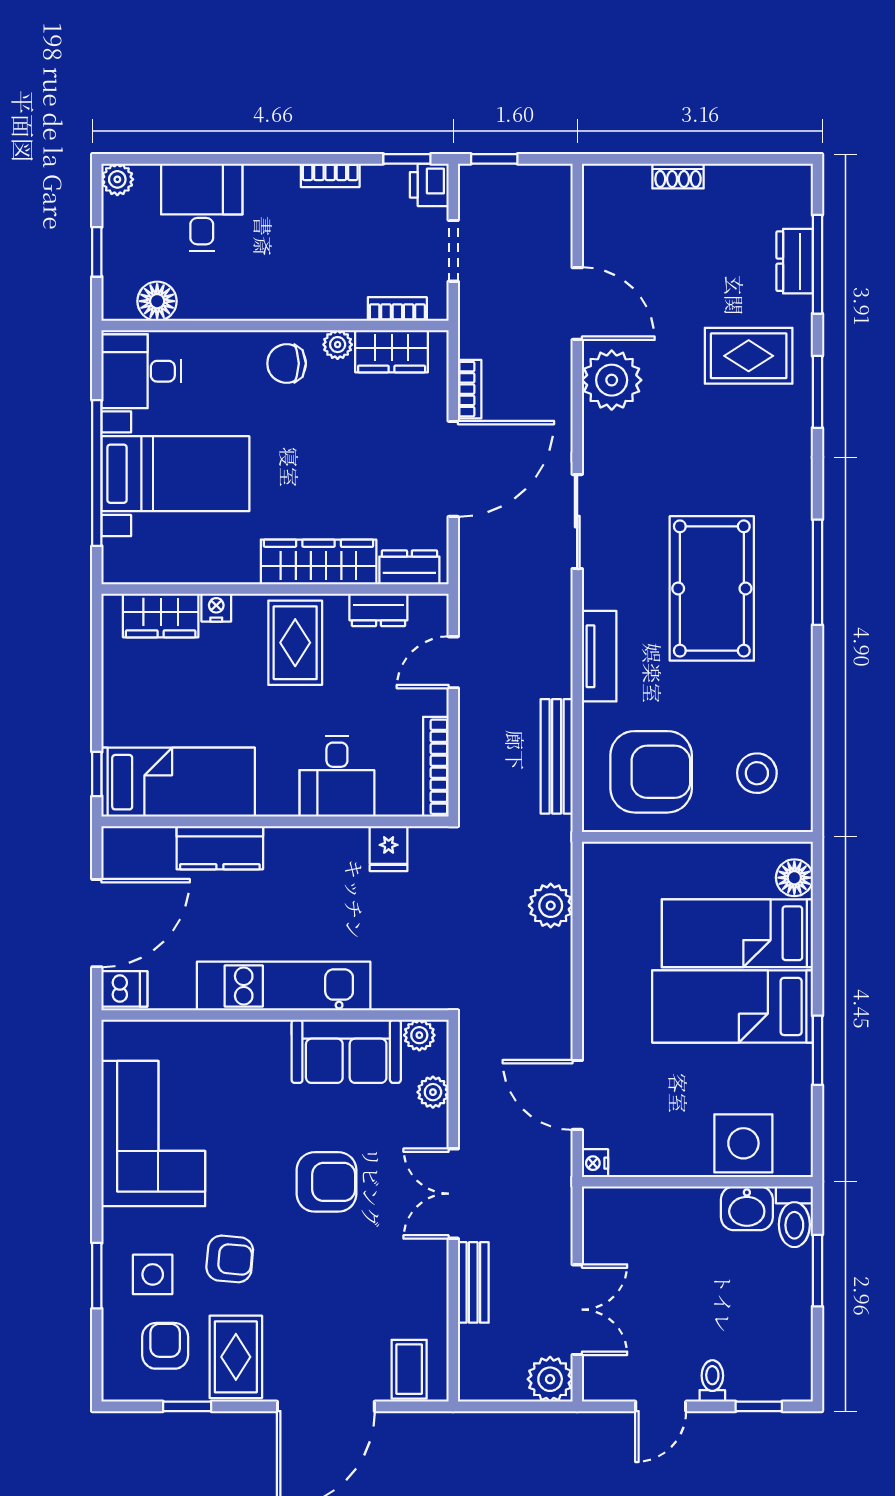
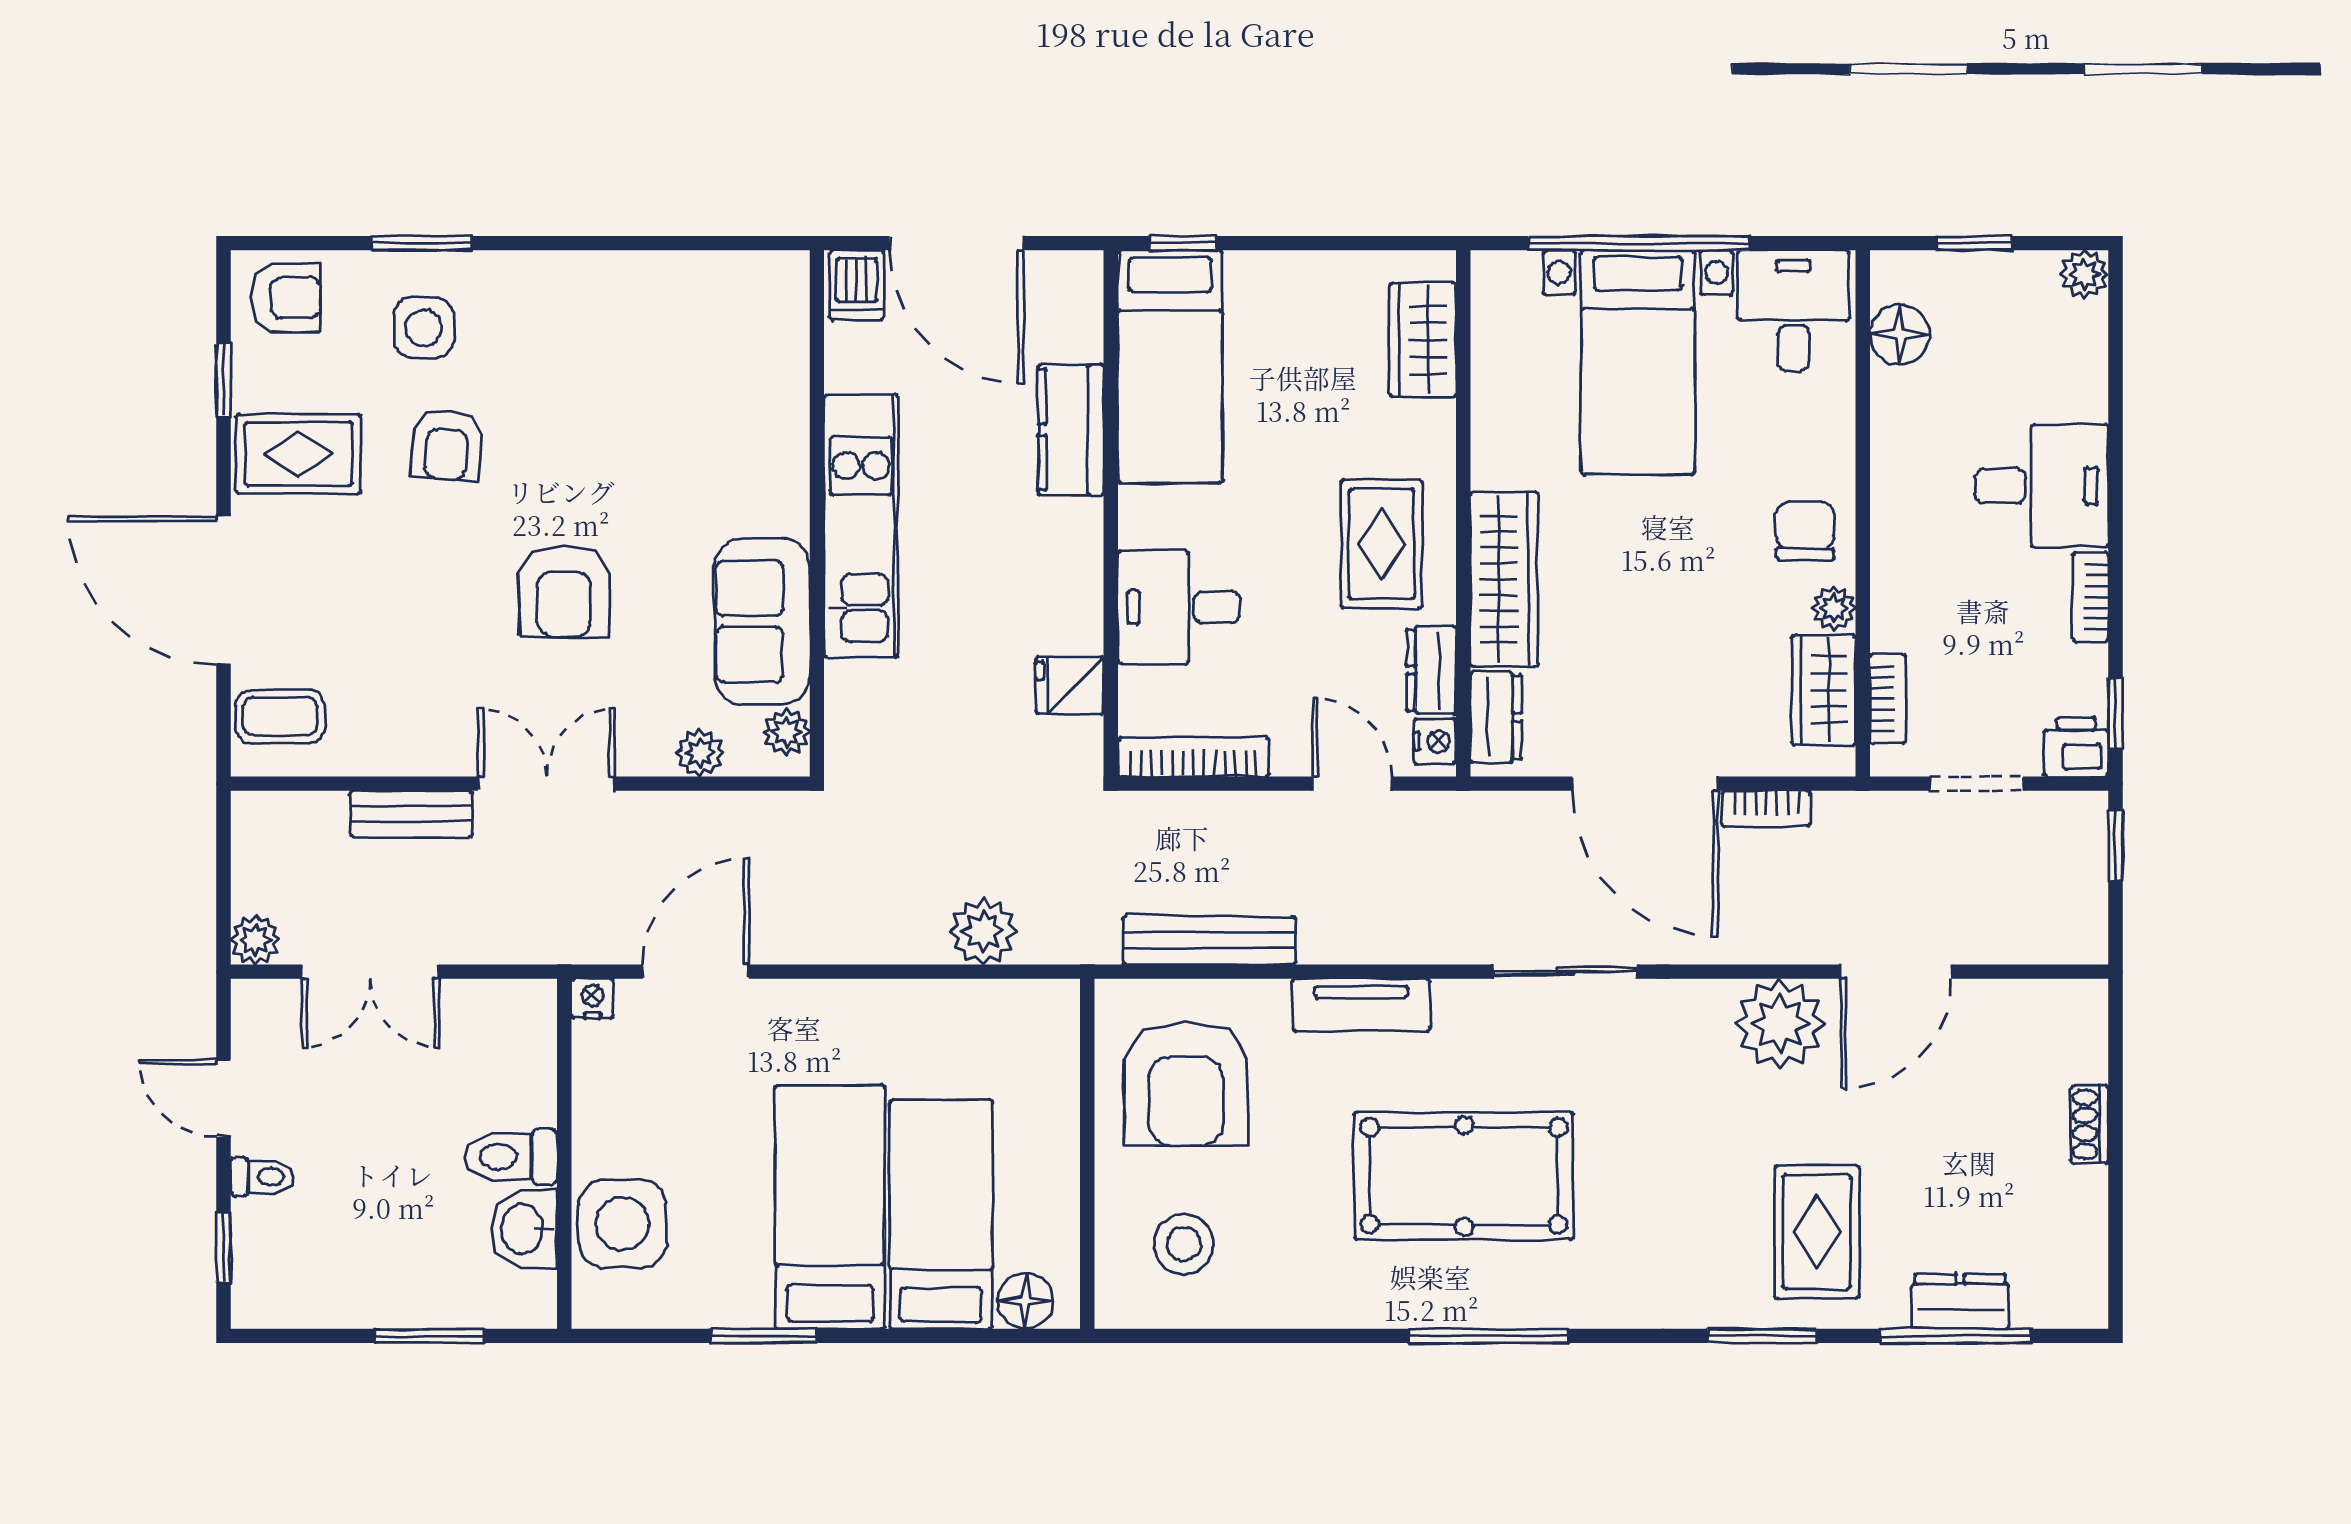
desk: (202, 207) -> (2042, 486), moved
nightstand: (216, 608) -> (1435, 741), moved
rug: (295, 643) -> (1382, 544), turned 90
corner sofa: (153, 1134) -> (637, 329), removed
toilet: (794, 1217) -> (511, 1157), moved
armchair: (165, 1346) -> (285, 298), moved
plant: (550, 1379) -> (255, 940), width x0.73, depth x0.73

